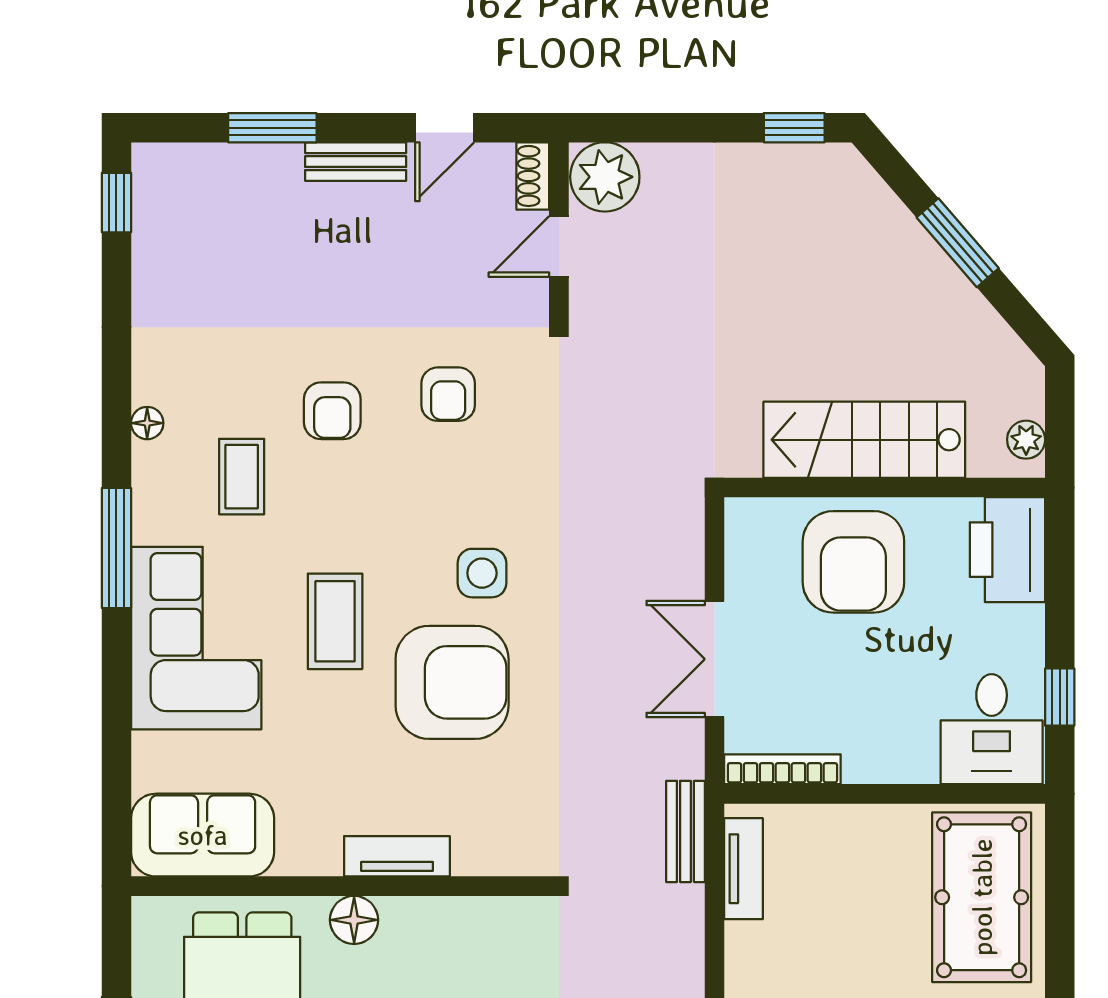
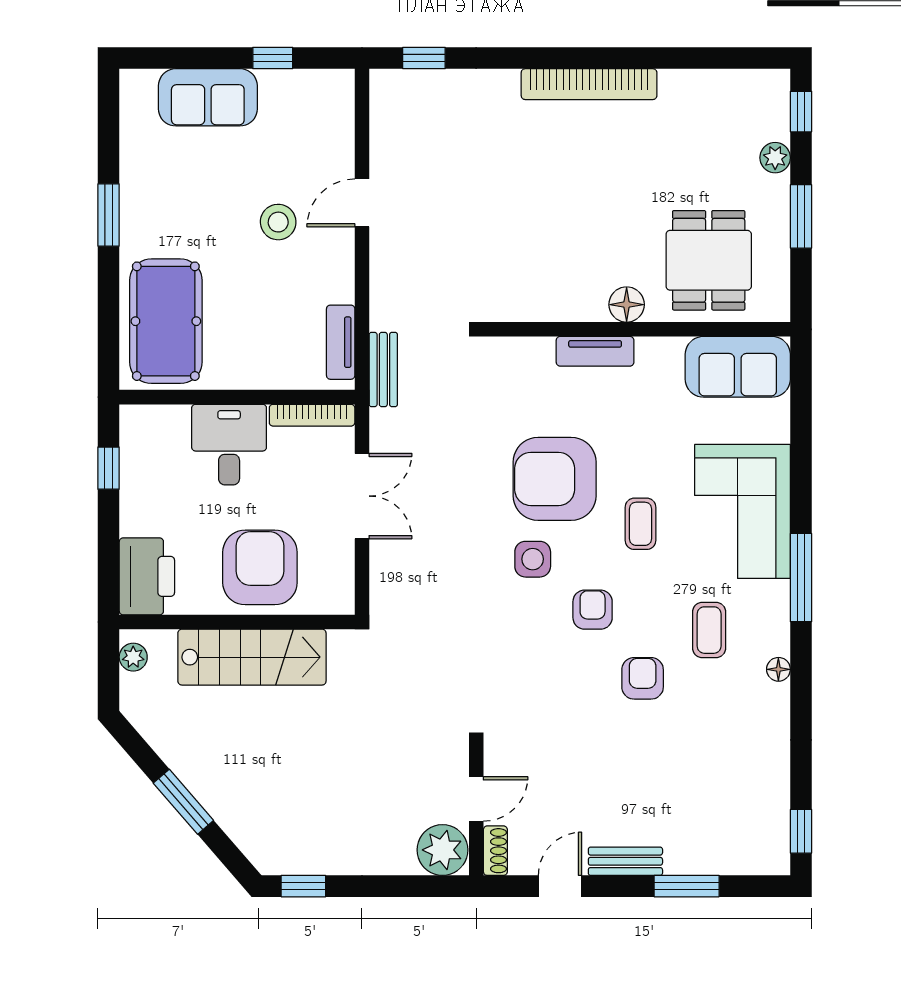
armchair: (448, 394) -> (593, 610), moved
coffee table: (335, 621) -> (641, 524), width x0.73, depth x0.77
desk: (992, 729) -> (229, 445), moved

